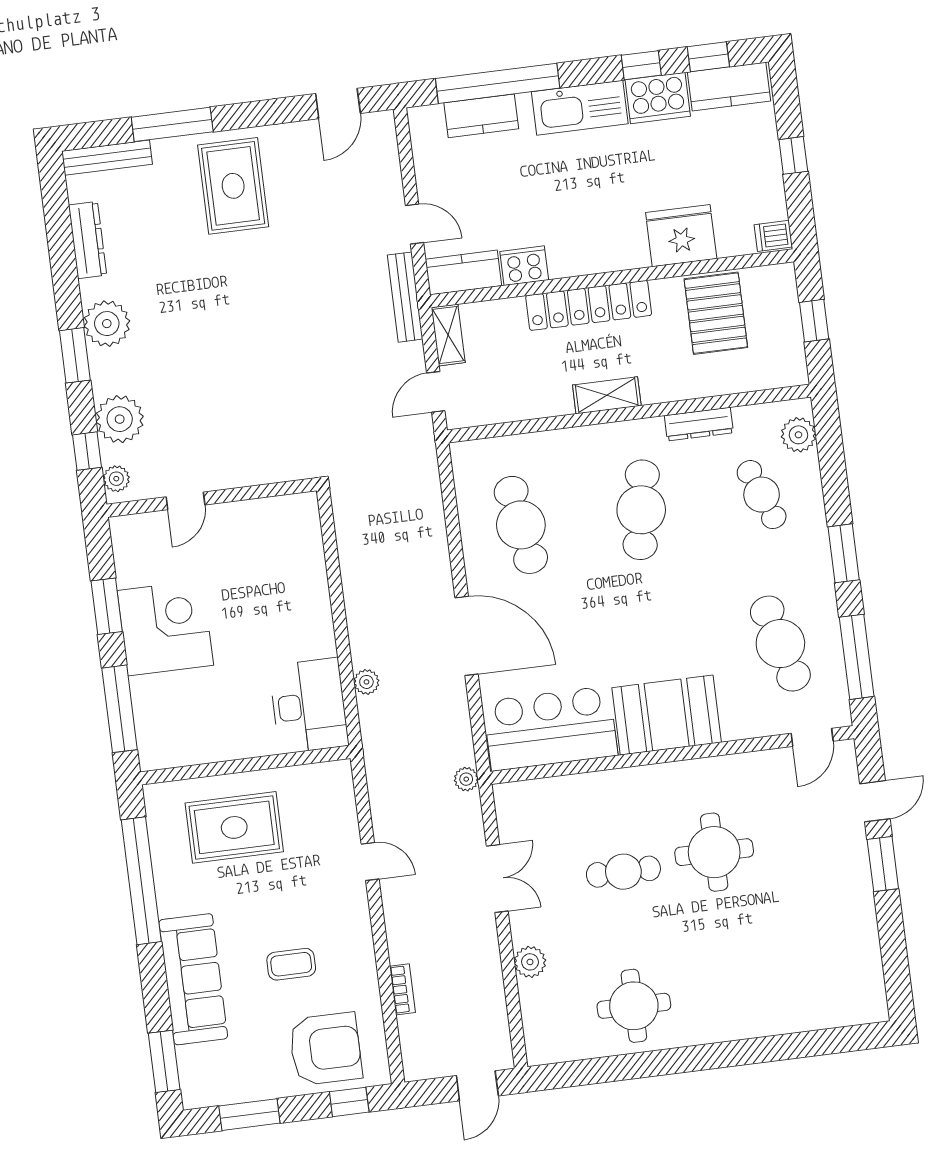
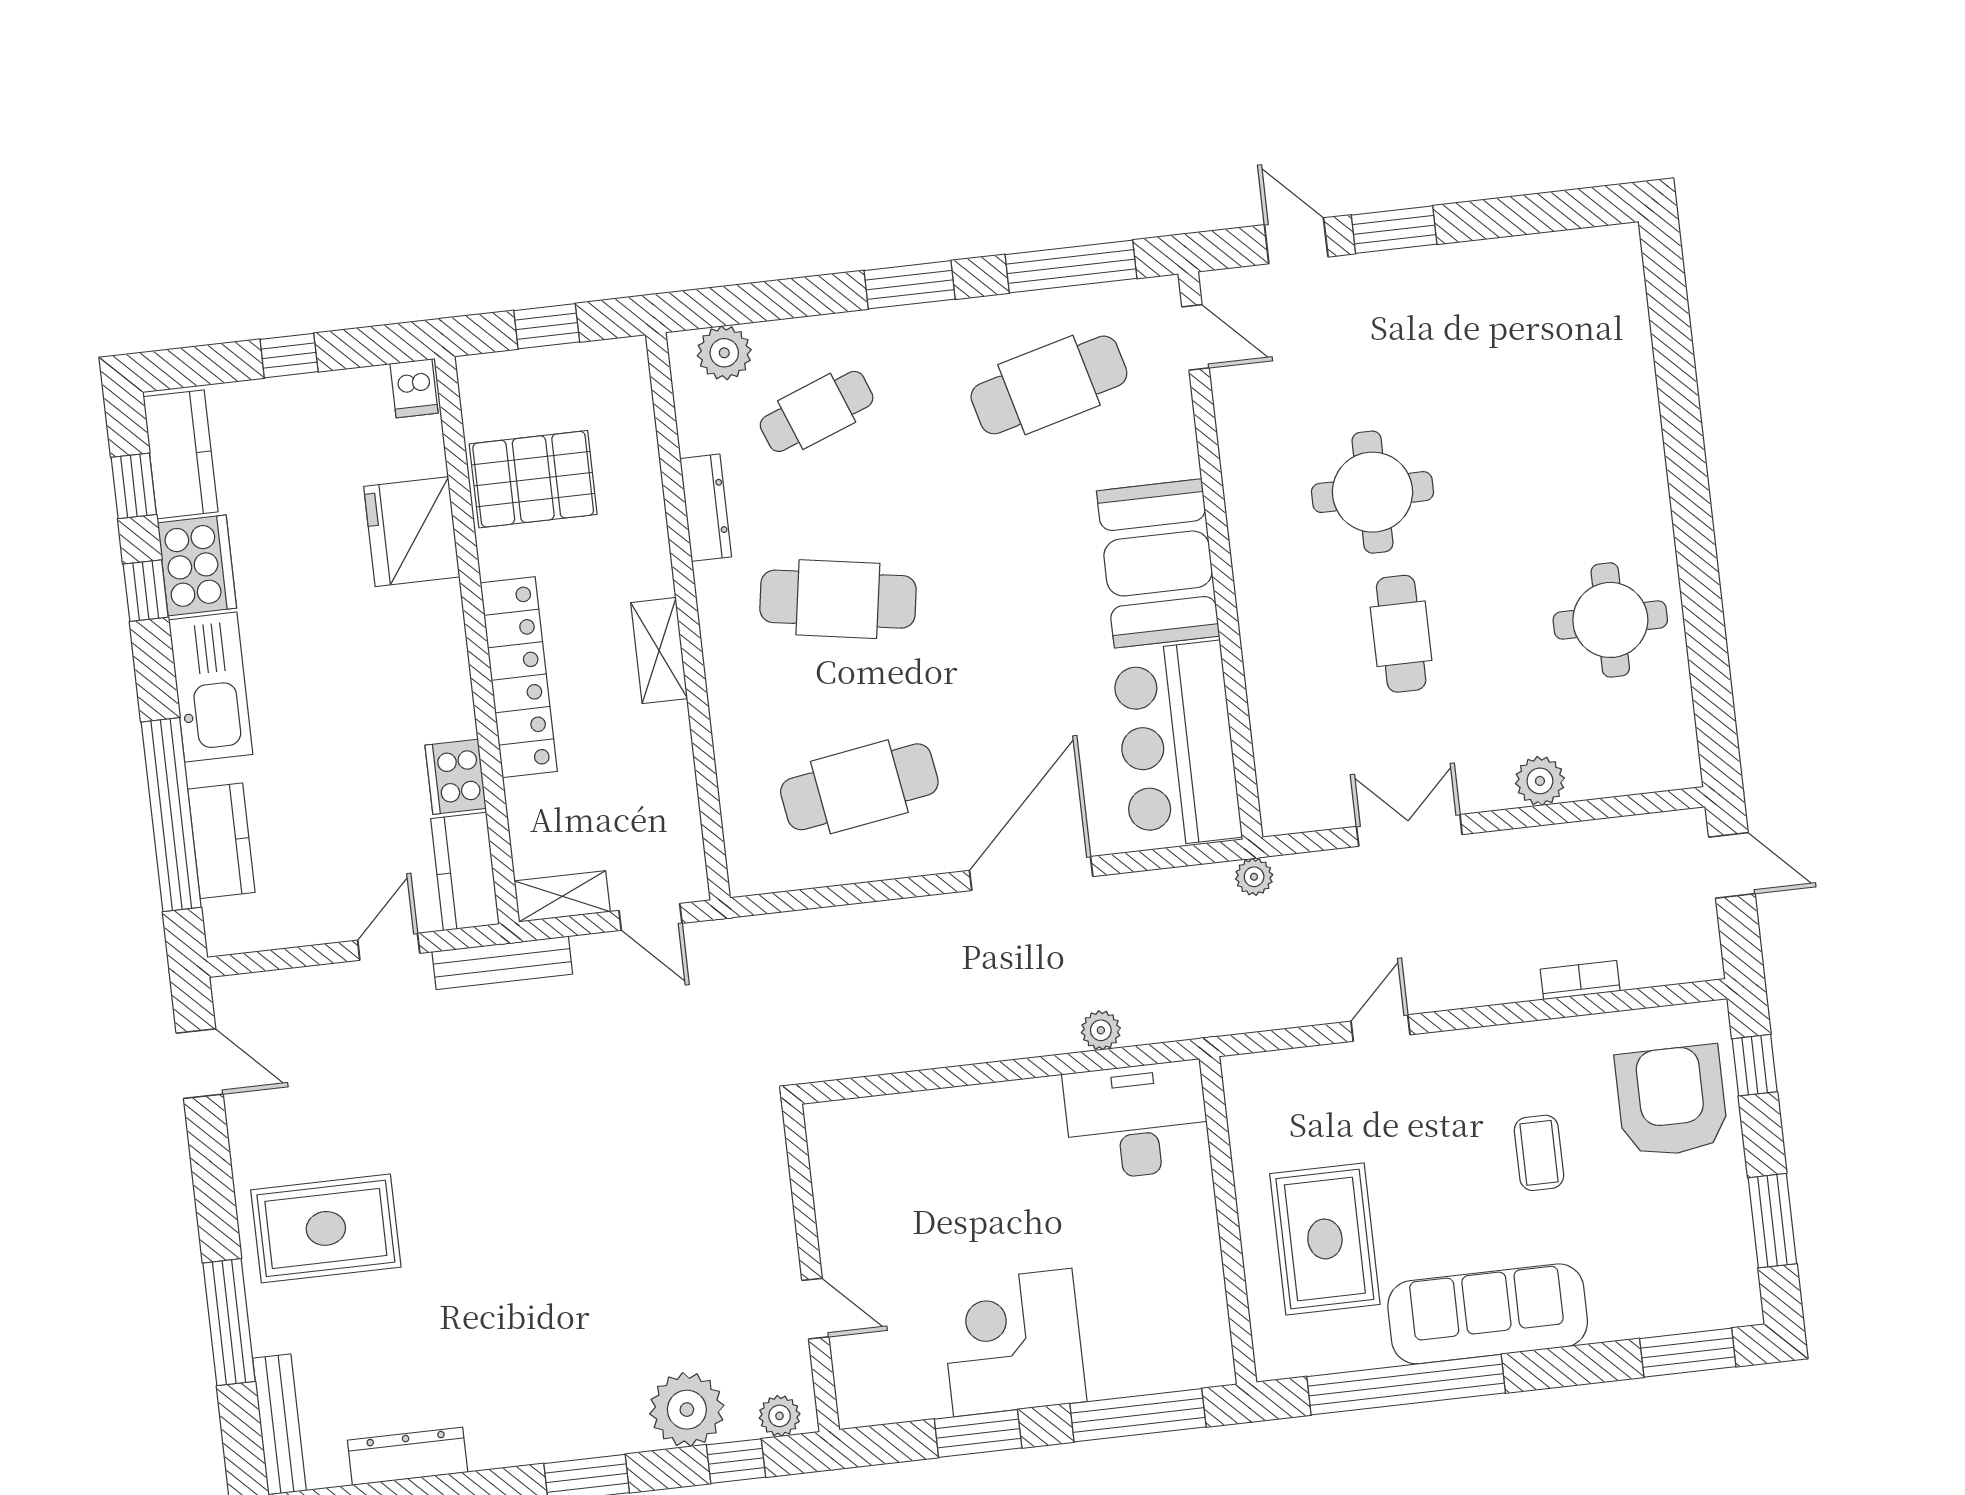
plant: (107, 324) -> (538, 1428), removed
sofa: (193, 979) -> (1488, 1314), moved

